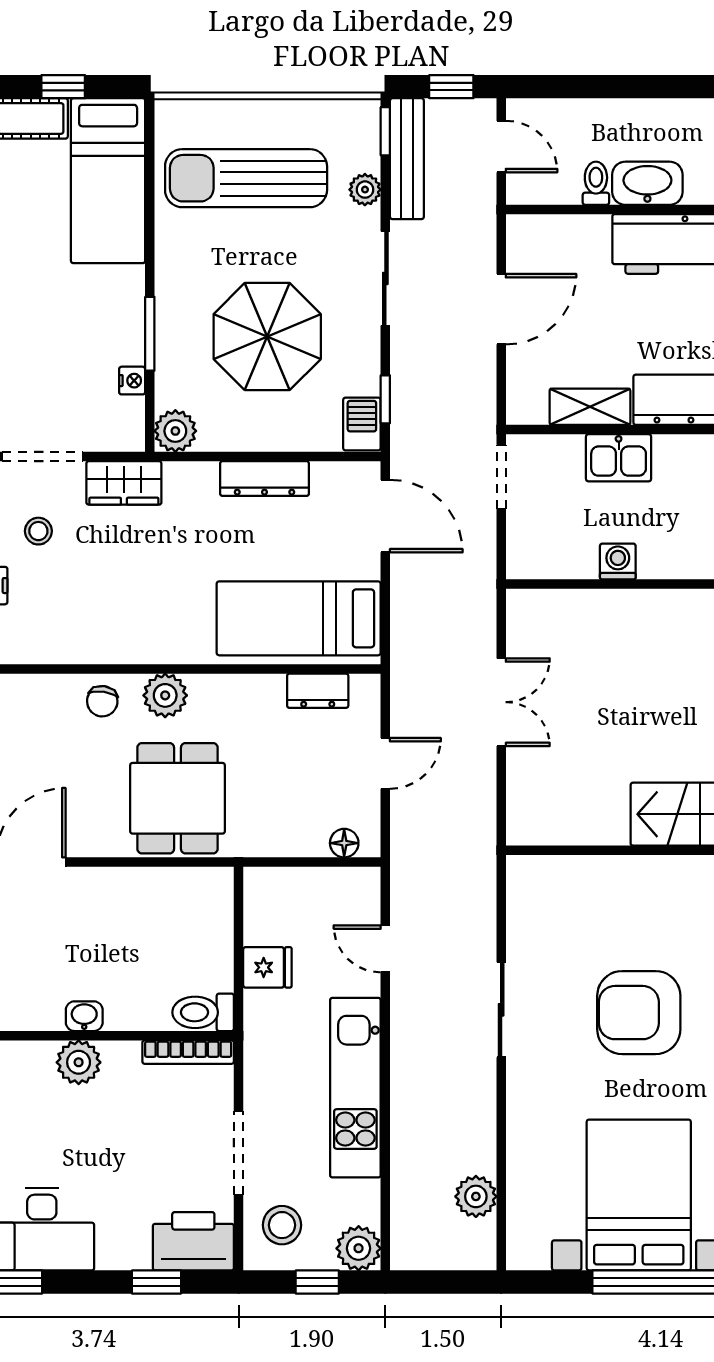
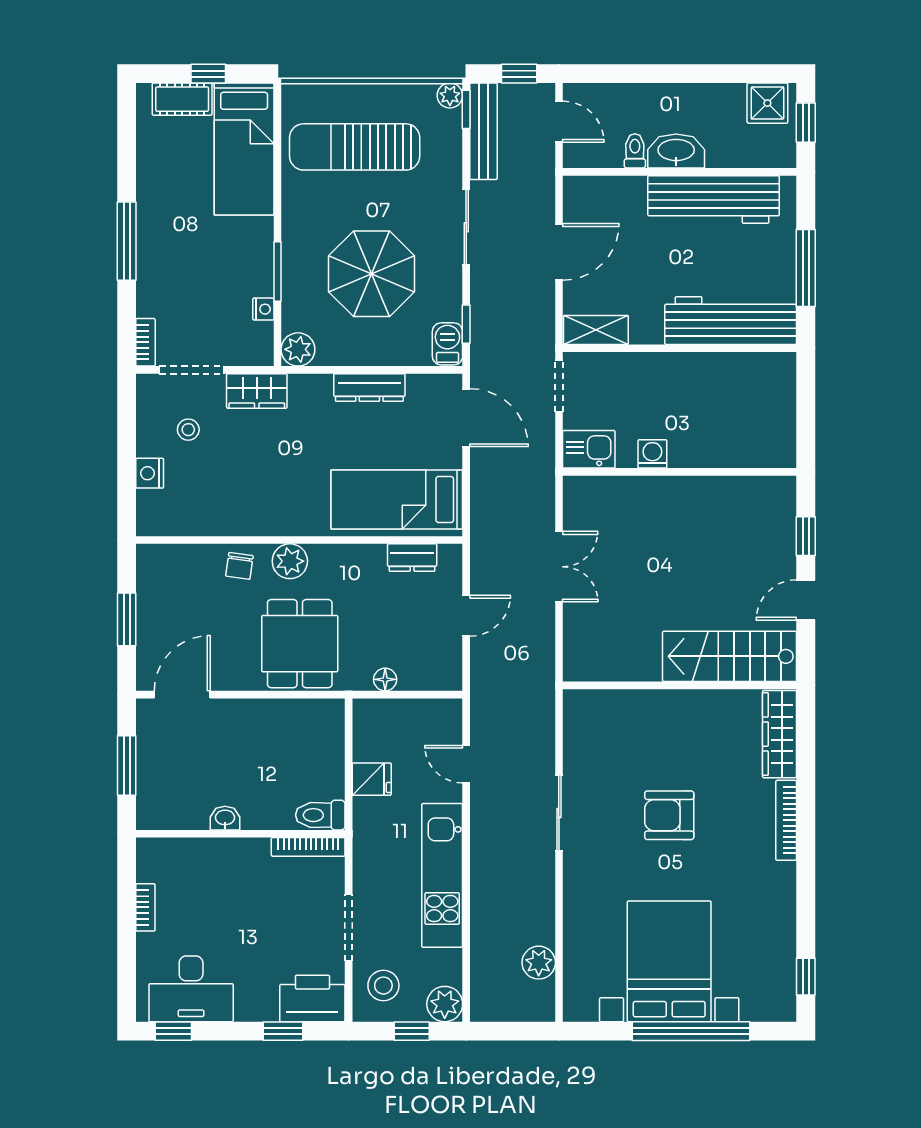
plant: (365, 190) -> (450, 95), moved
shelving: (590, 407) -> (596, 330), moved
kitchen sink: (619, 458) -> (589, 449), moved, turned 180
floor lamp: (344, 843) -> (385, 679), moved
armchair: (639, 1013) -> (669, 815), width x0.73, depth x0.73
plant: (79, 1062) -> (220, 855), removed

